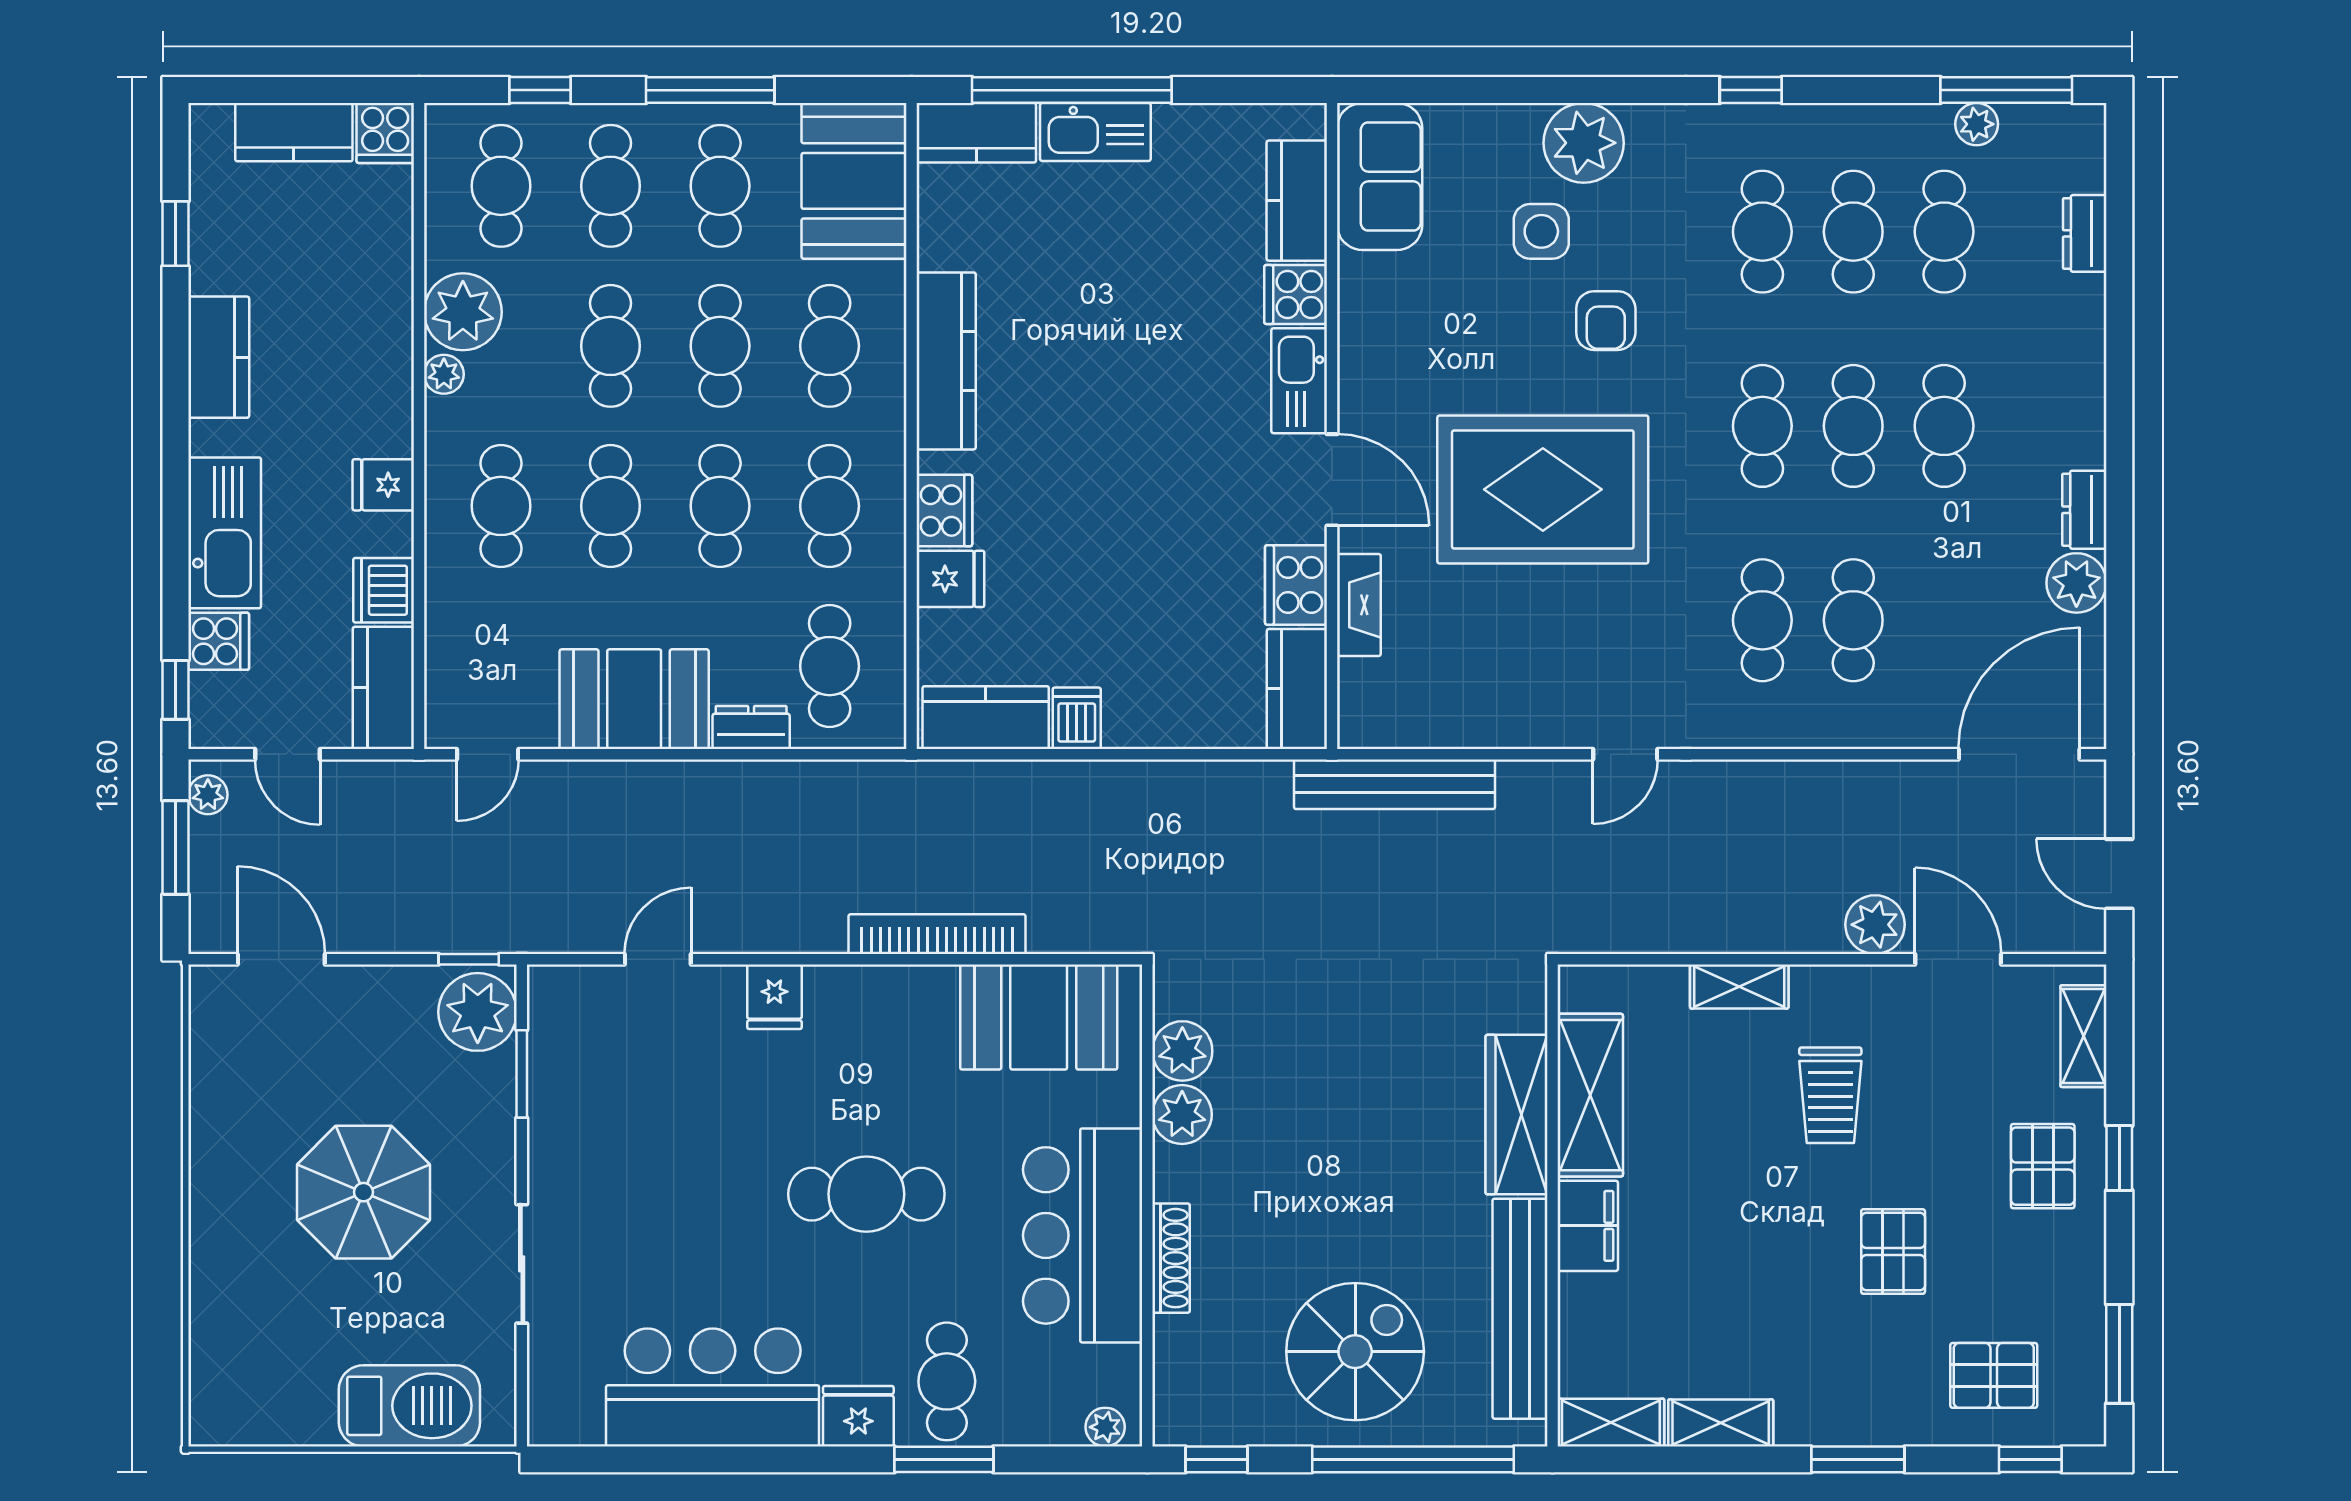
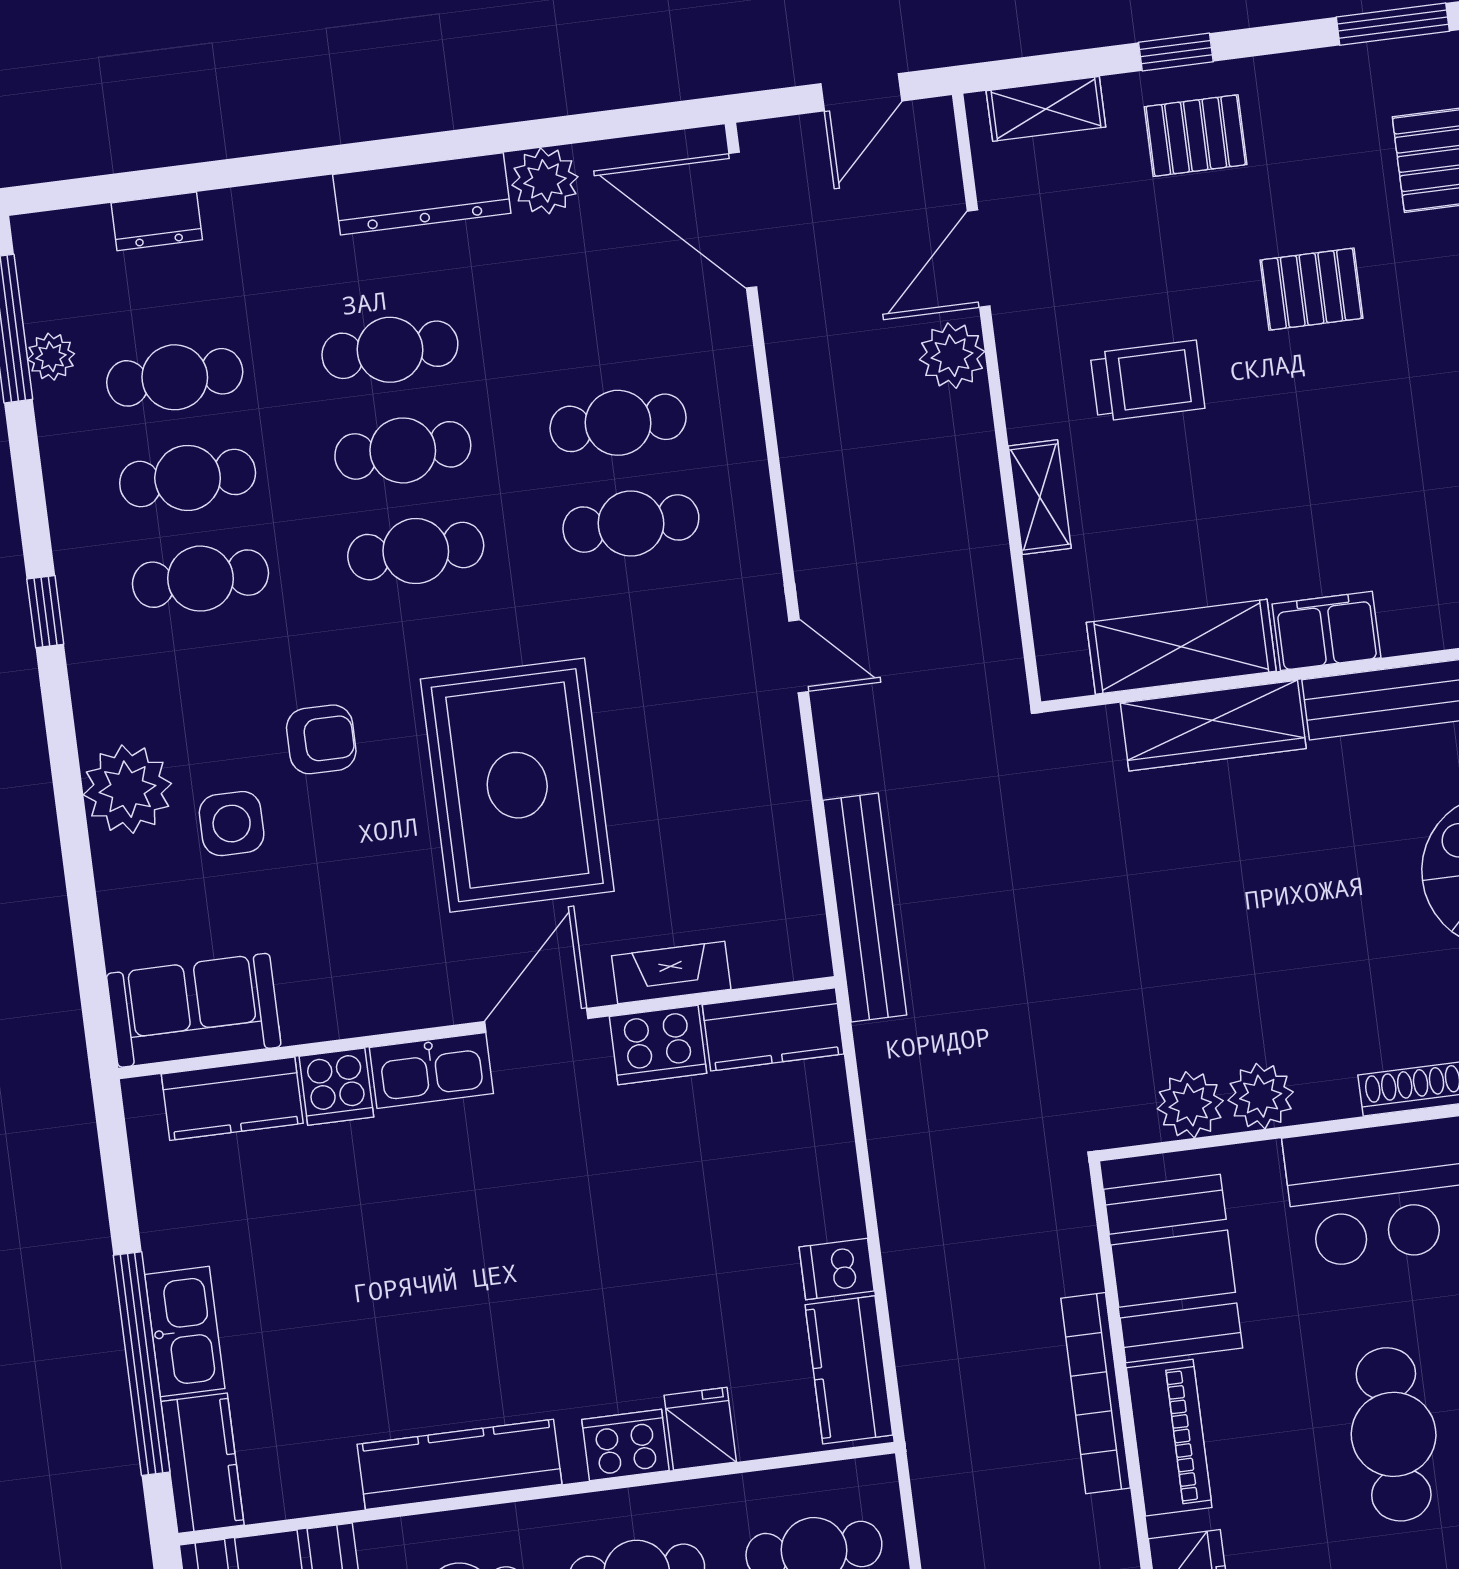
dresser: (2084, 510) -> (422, 194), width x1.96, depth x1.24
piano: (889, 994) -> (1169, 1438), added

